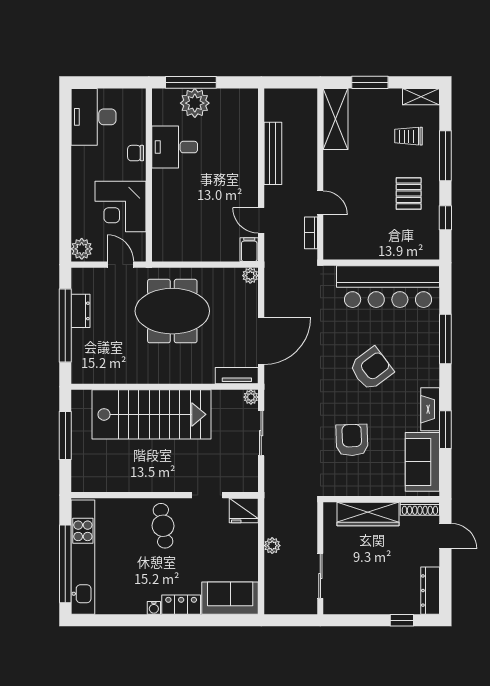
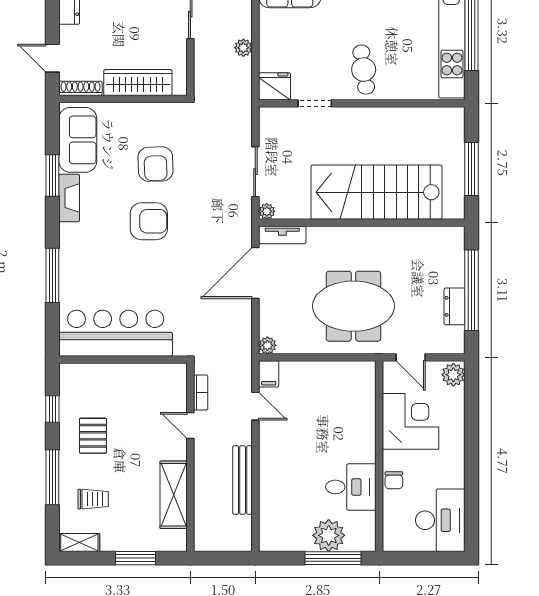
shelving: (336, 119) -> (174, 495), moved
chair: (136, 153) -> (394, 480), turned 90
armchair: (371, 369) -> (149, 221), moved, turned -143

